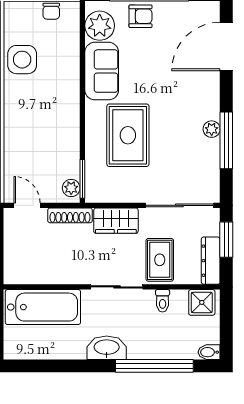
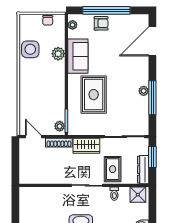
plant: (100, 26) -> (73, 25), width x0.53, depth x0.53
plant: (69, 67) -> (58, 54), added
bathtub: (43, 307) -> (43, 197), removed

